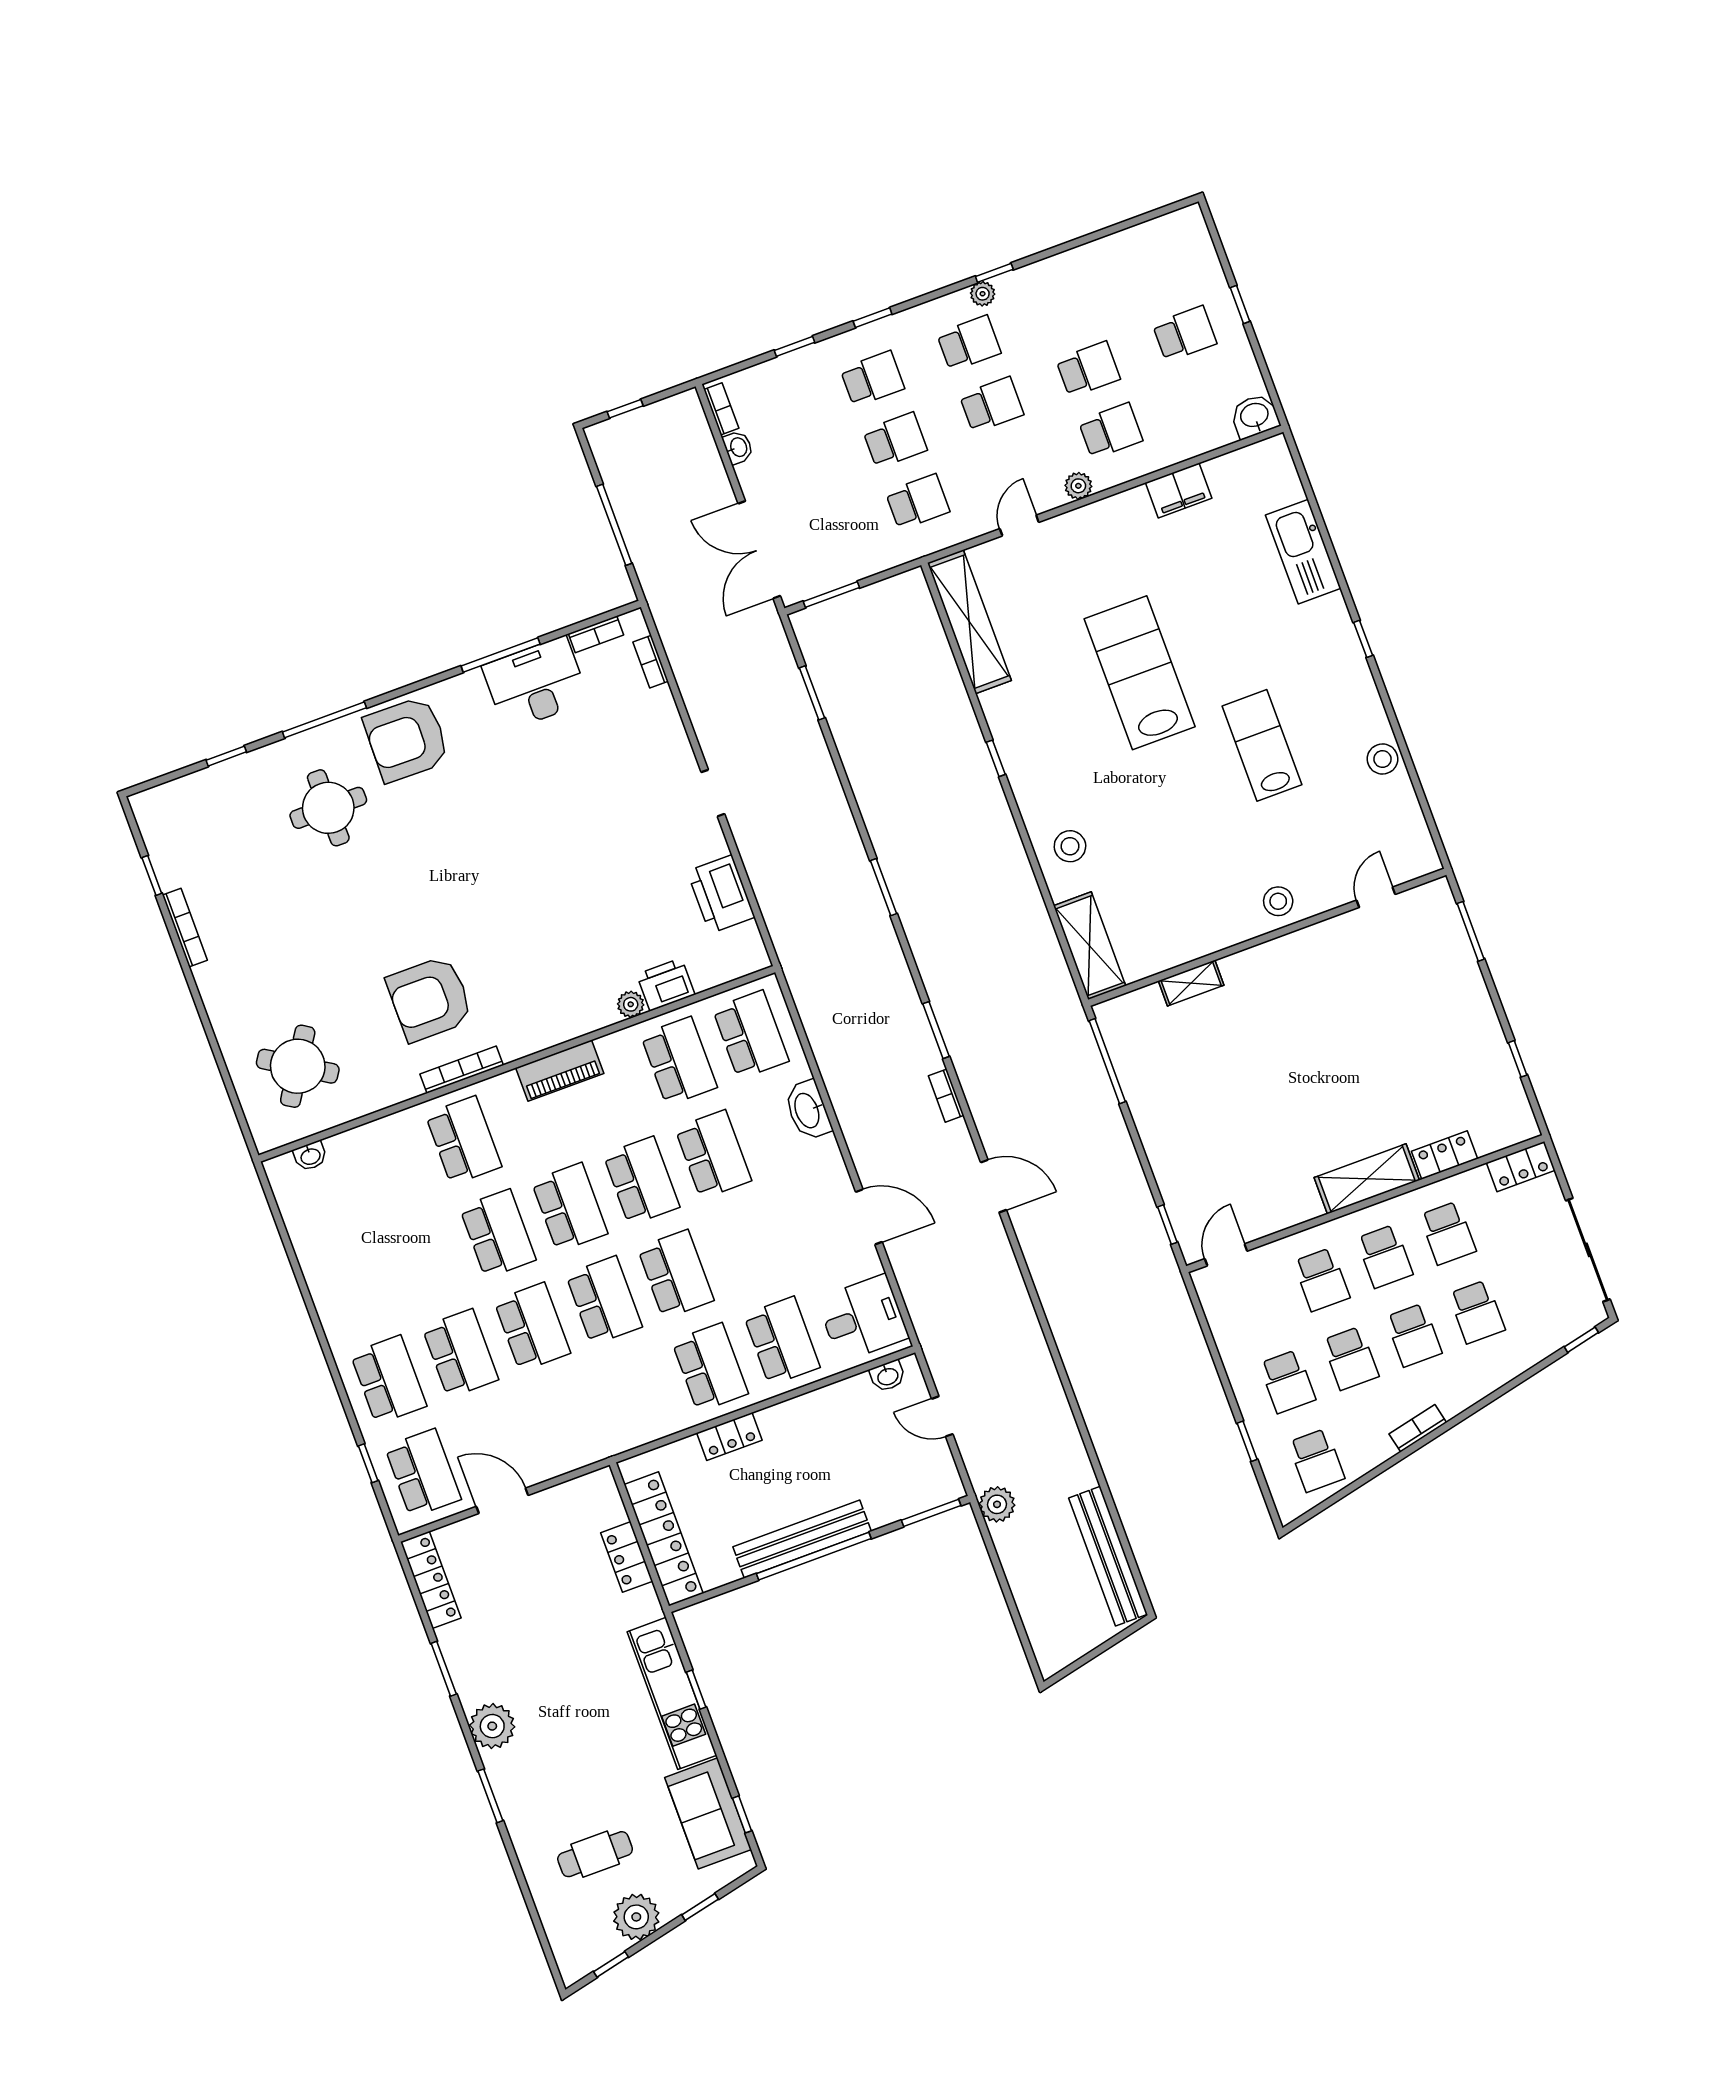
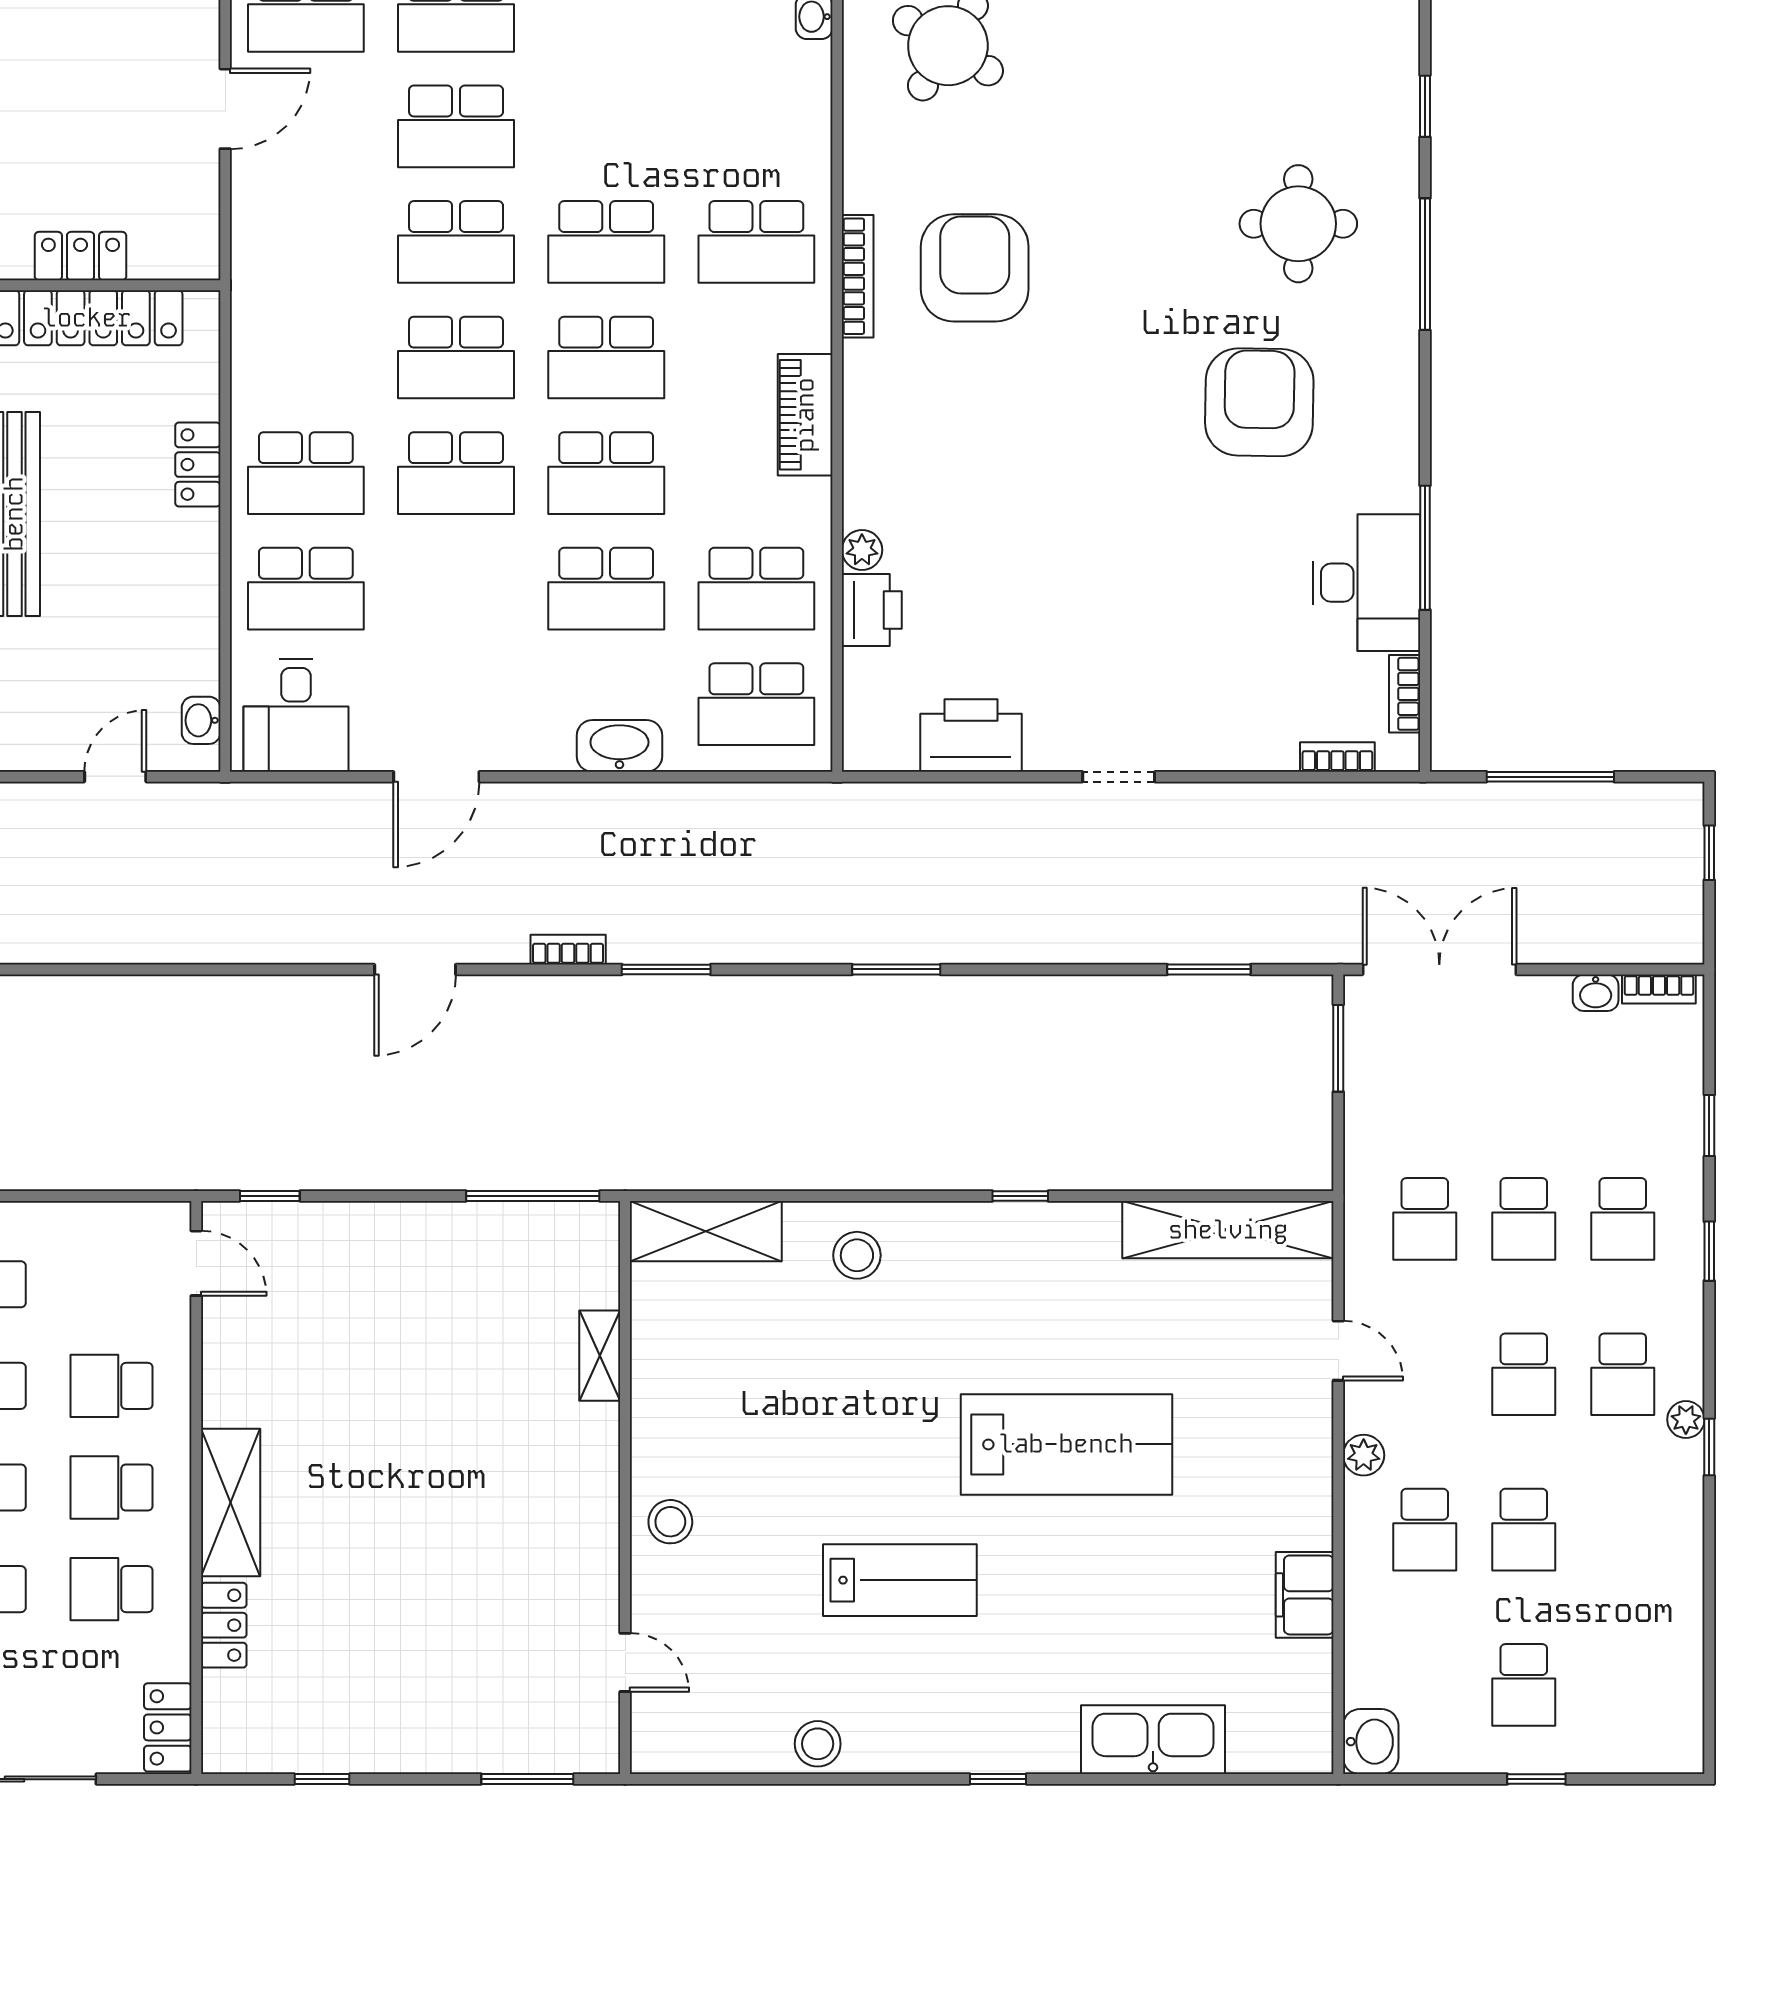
armchair: (407, 739) -> (1259, 402), moved

